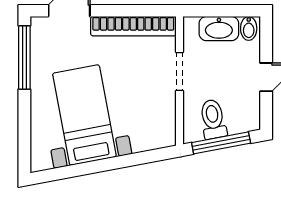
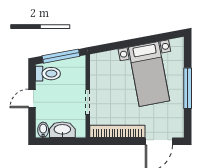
window: (24, 58) -> (188, 88), moved
toilet: (213, 119) -> (48, 74), moved, turned -79

